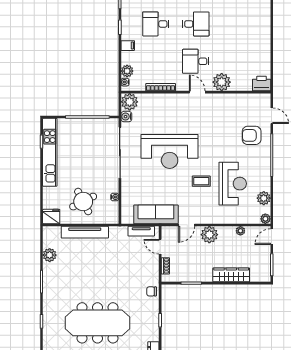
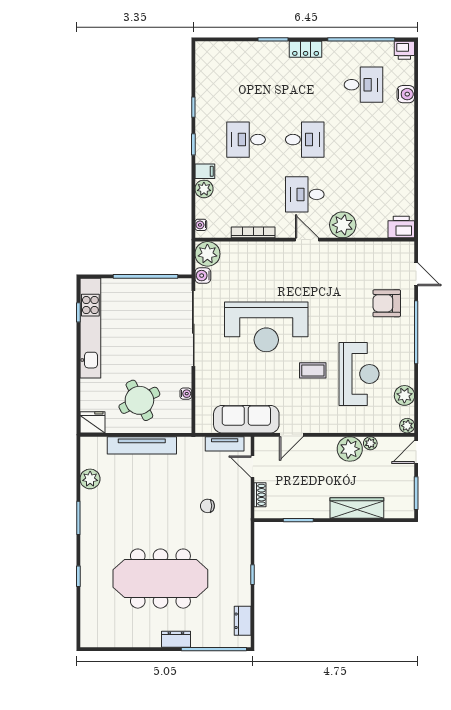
plant: (127, 71) -> (204, 189), moved
plant: (209, 235) -> (350, 449), moved
chair: (152, 291) -> (207, 506), moved

